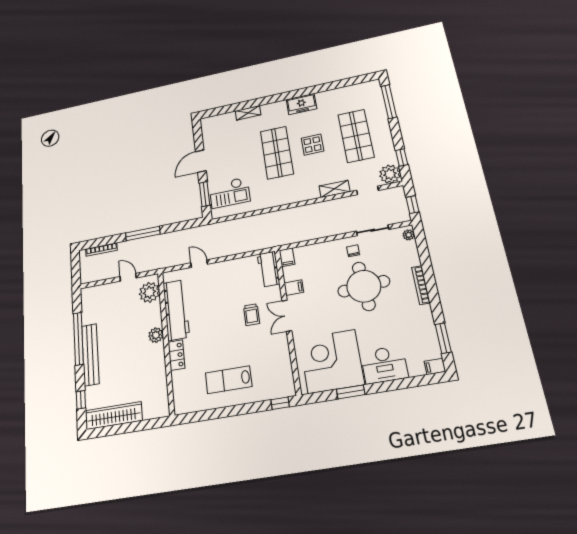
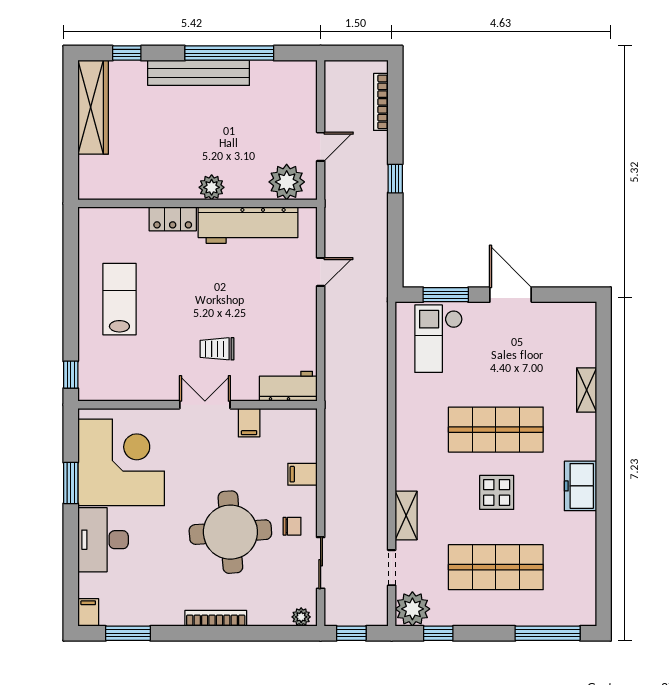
window: (143, 233) -> (395, 179), width x0.46
filing cabinet: (287, 257) -> (302, 474), moved

